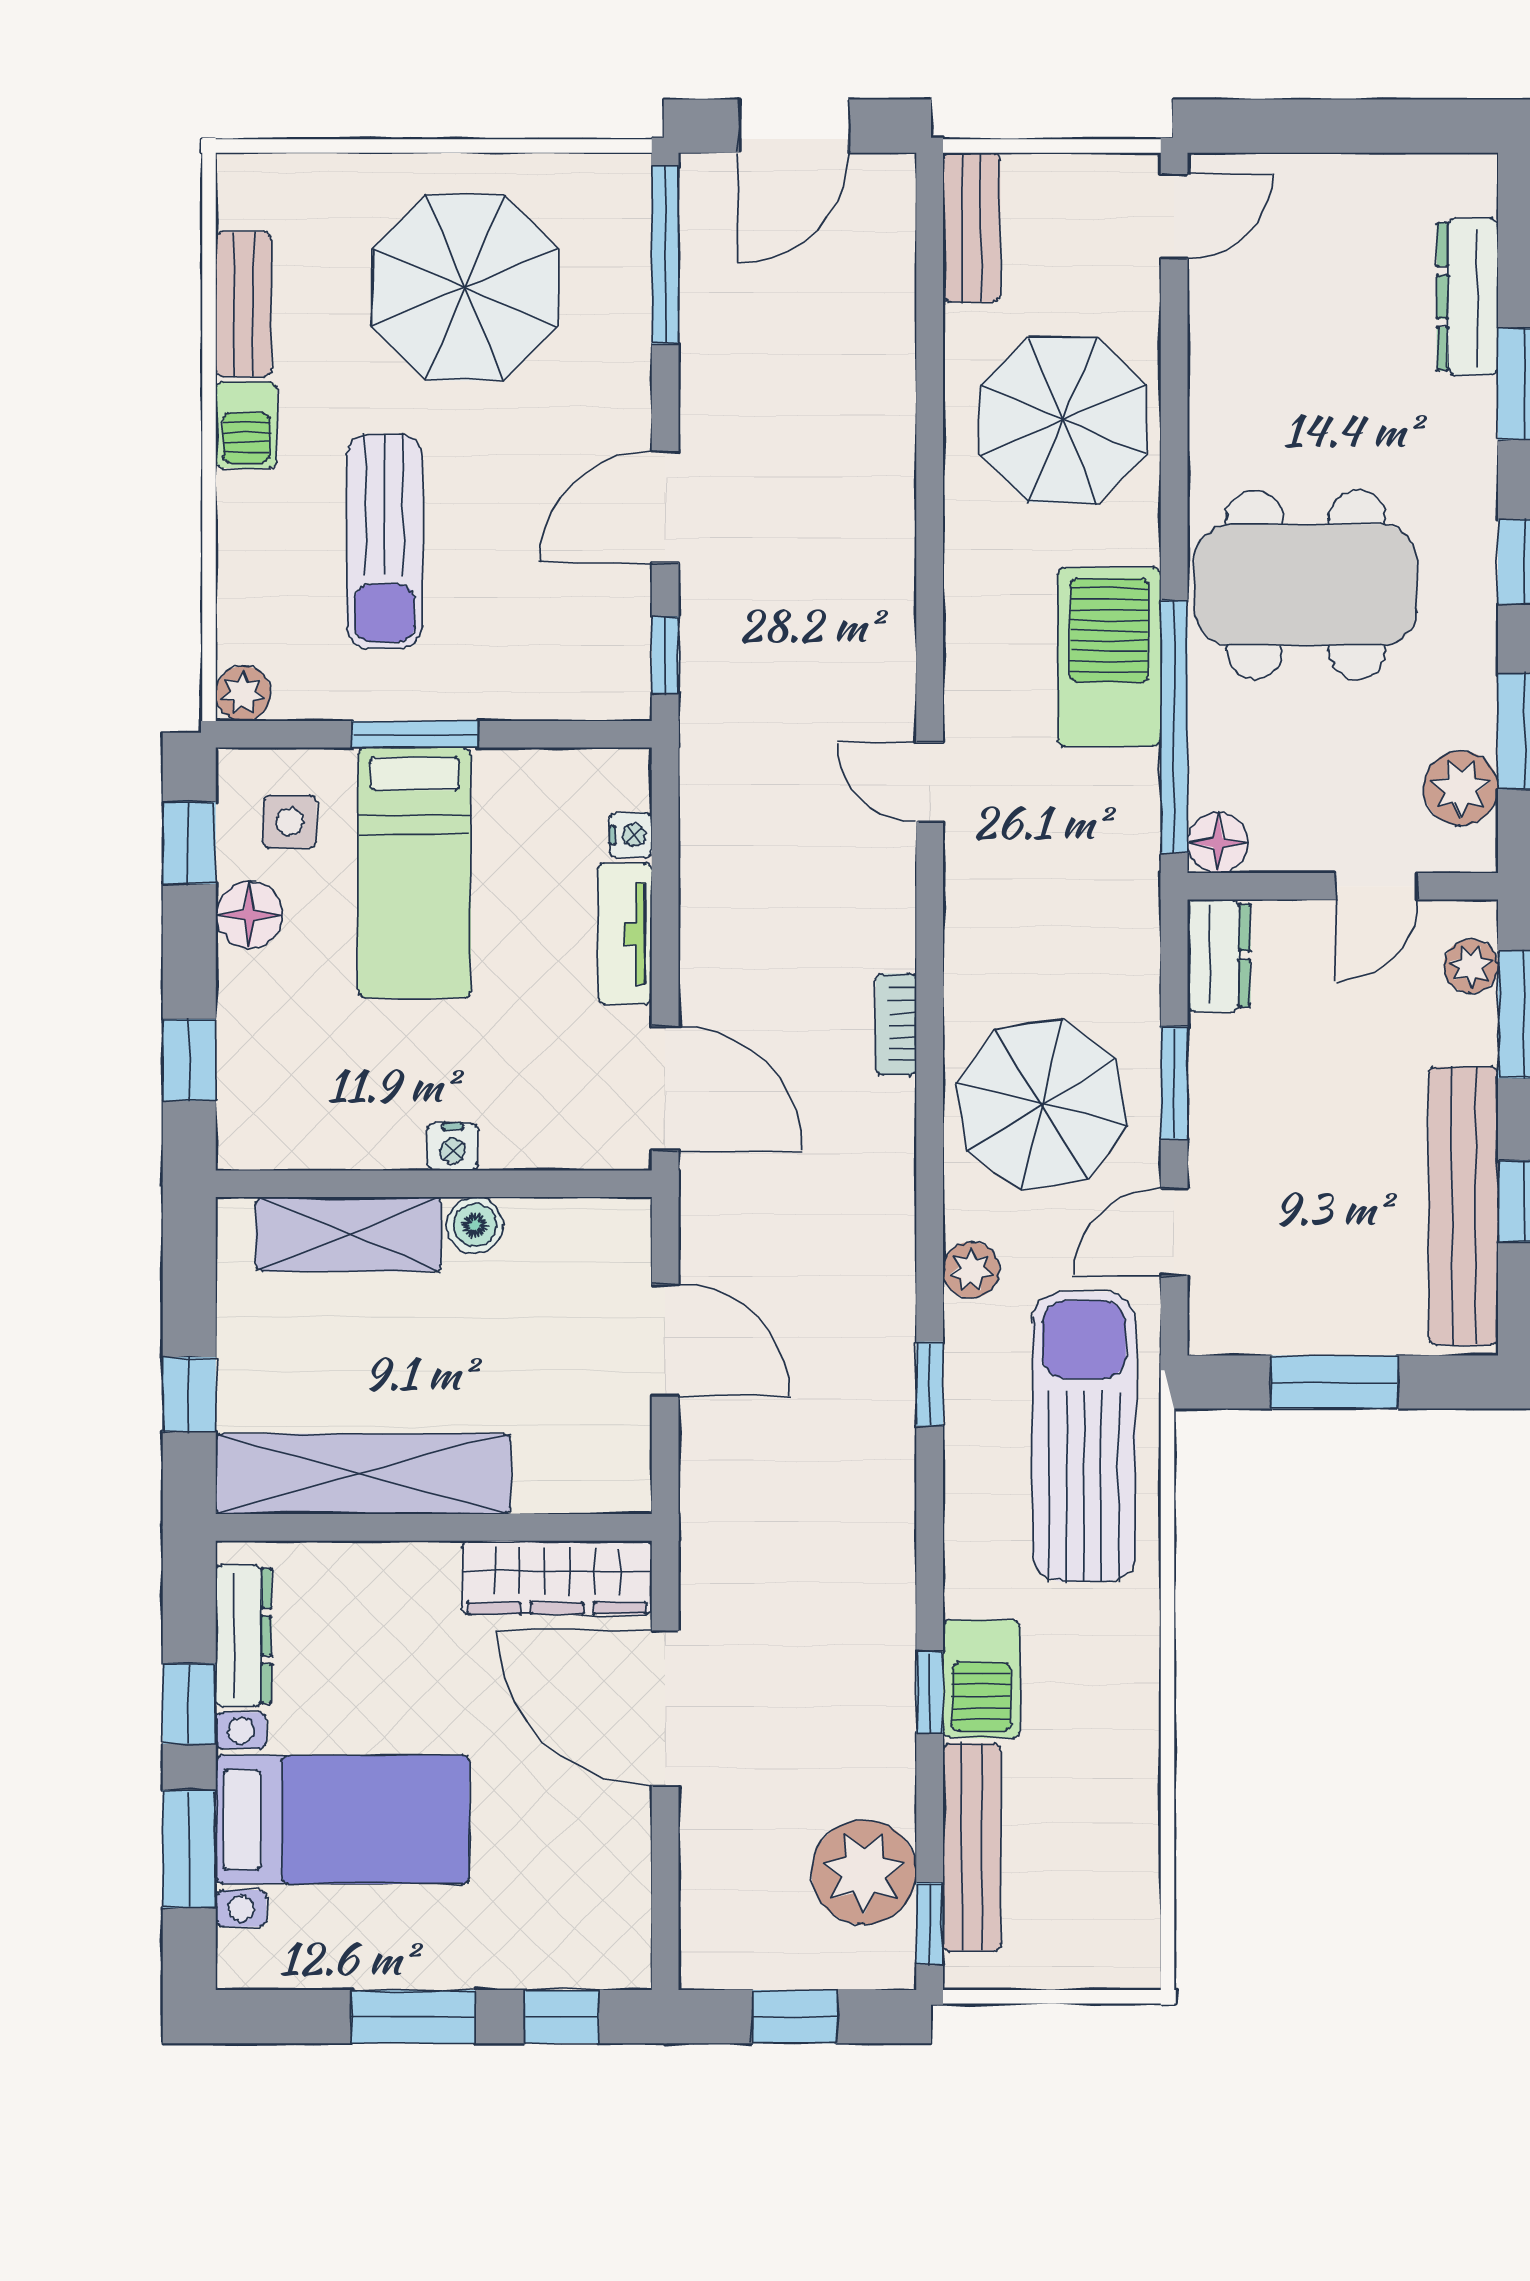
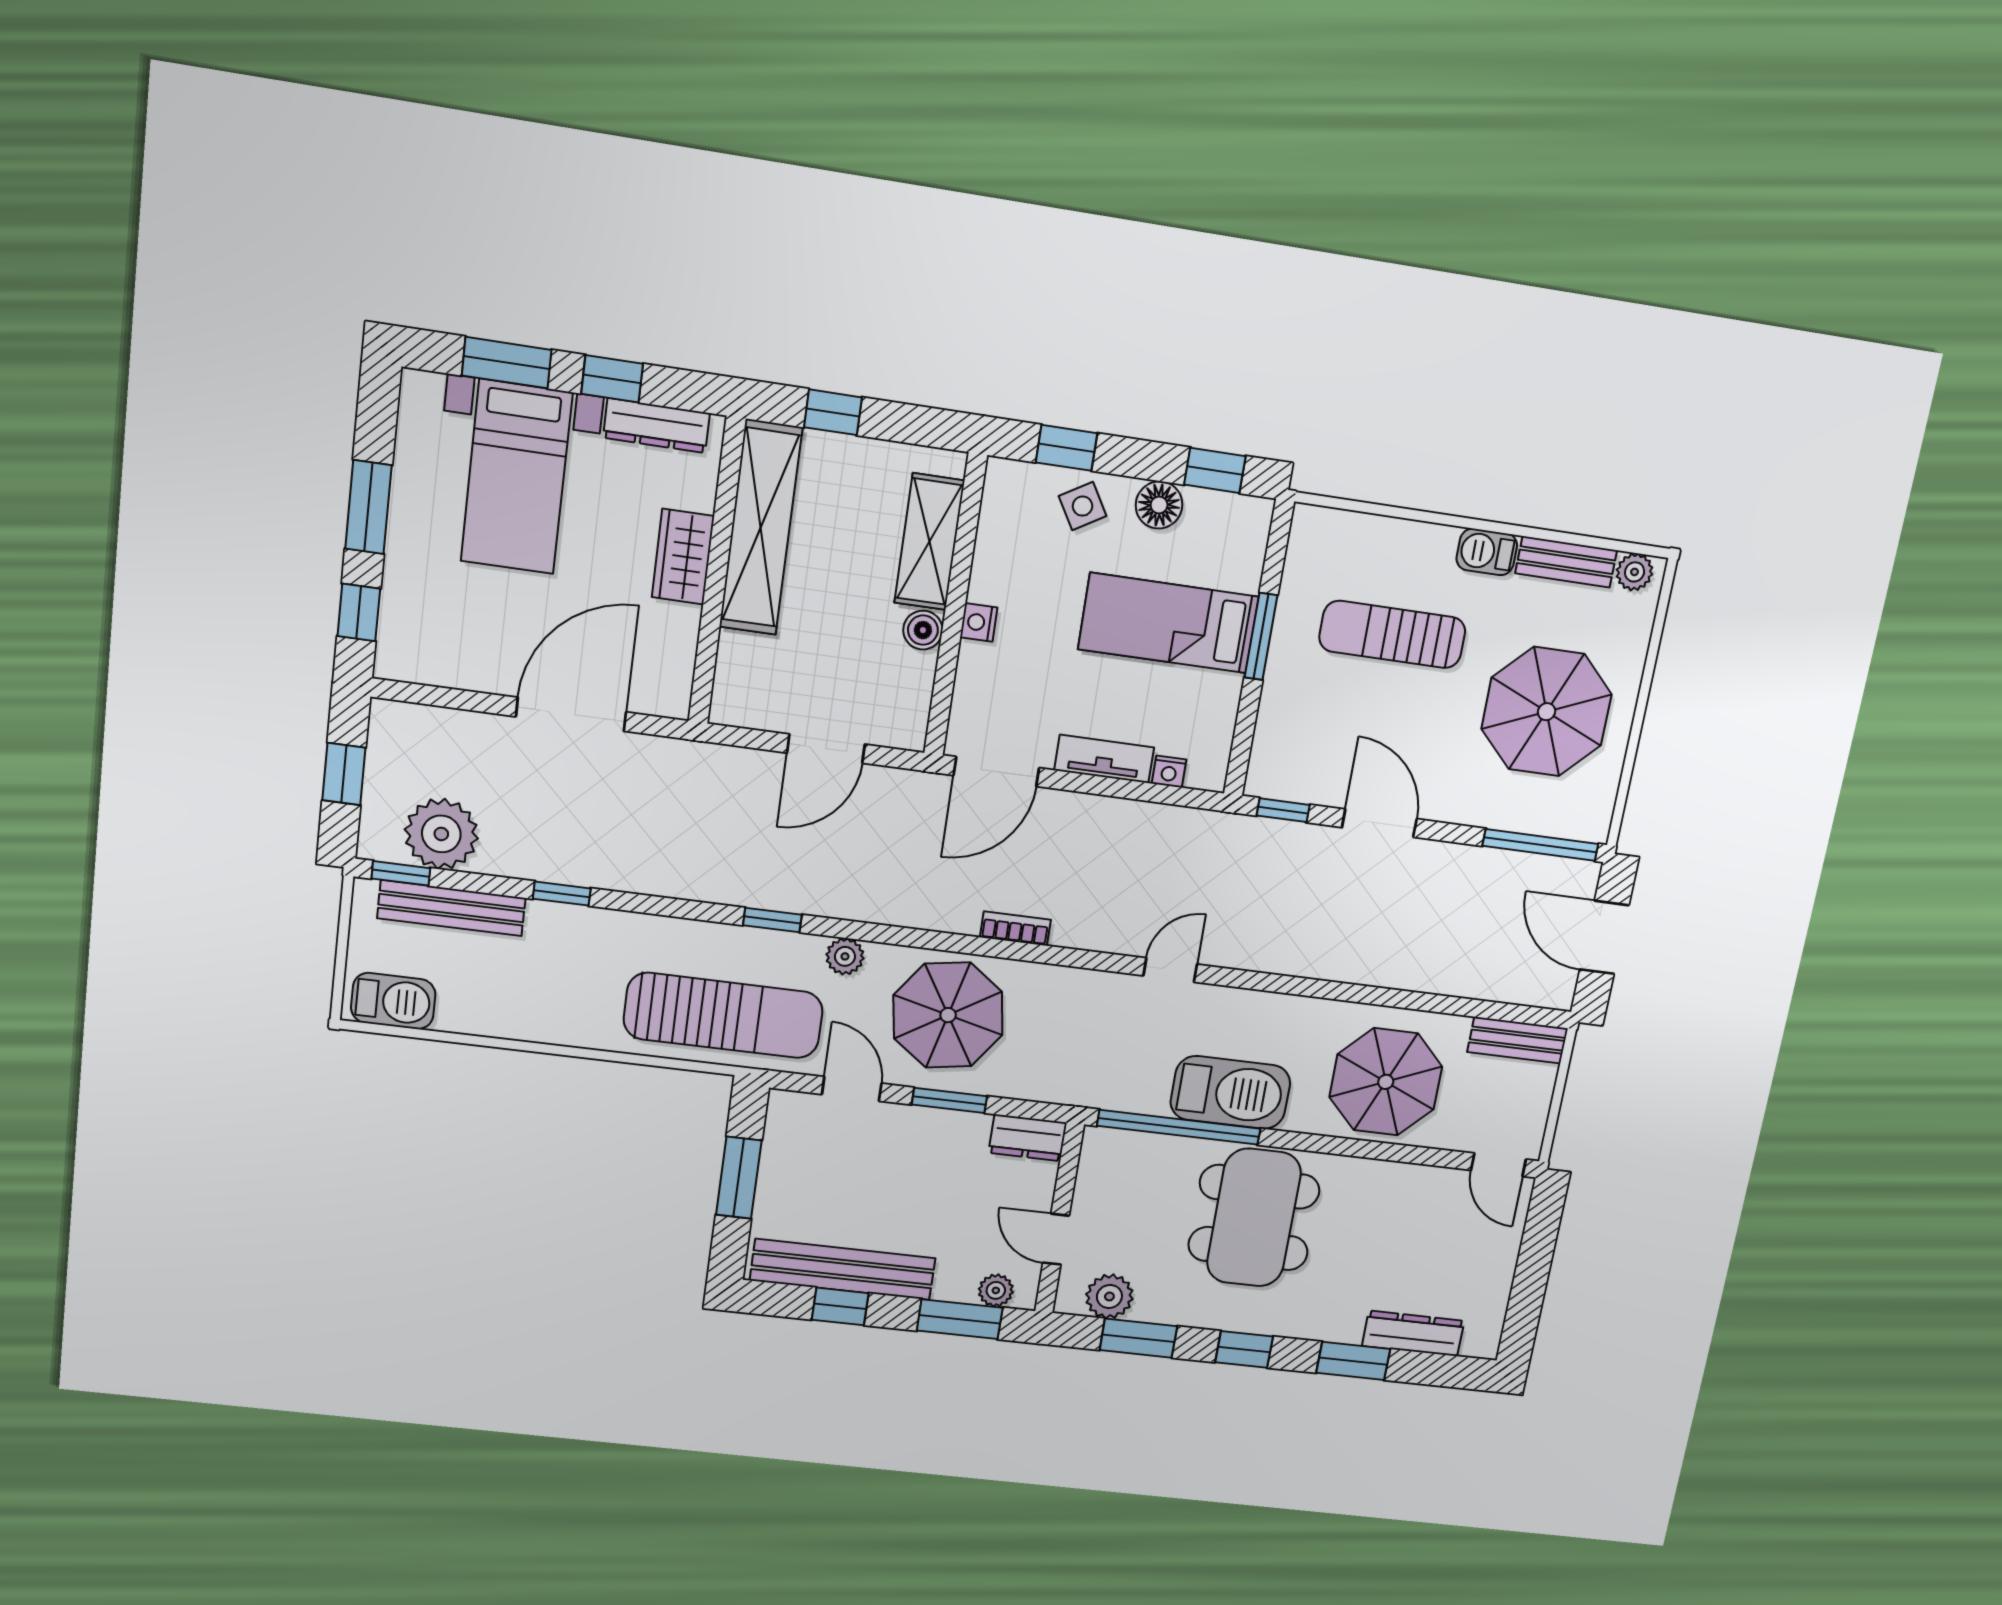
plant: (243, 693) -> (1635, 572), moved
side table: (290, 822) -> (1083, 506), moved, turned -31
floor lamp: (1218, 843) -> (1100, 1146), removed
wardrobe: (557, 1577) -> (683, 557), moved, width x0.67
barbecue: (981, 1679) -> (393, 1001), moved, turned 180

